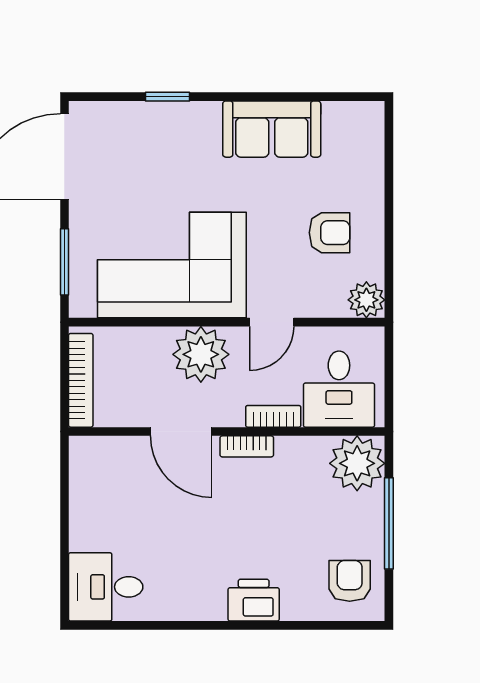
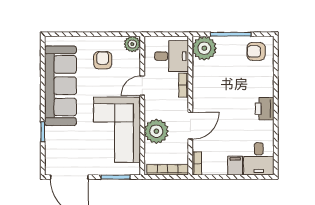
sofa: (272, 129) -> (60, 86), width x1.85, depth x1.27
door: (272, 322) -> (142, 86), swing flipped
plant: (201, 354) -> (156, 131), moved
bookcase: (247, 446) -> (197, 163), moved
filing cabinet: (91, 533) -> (235, 166), added
printer: (254, 600) -> (265, 109), moved

